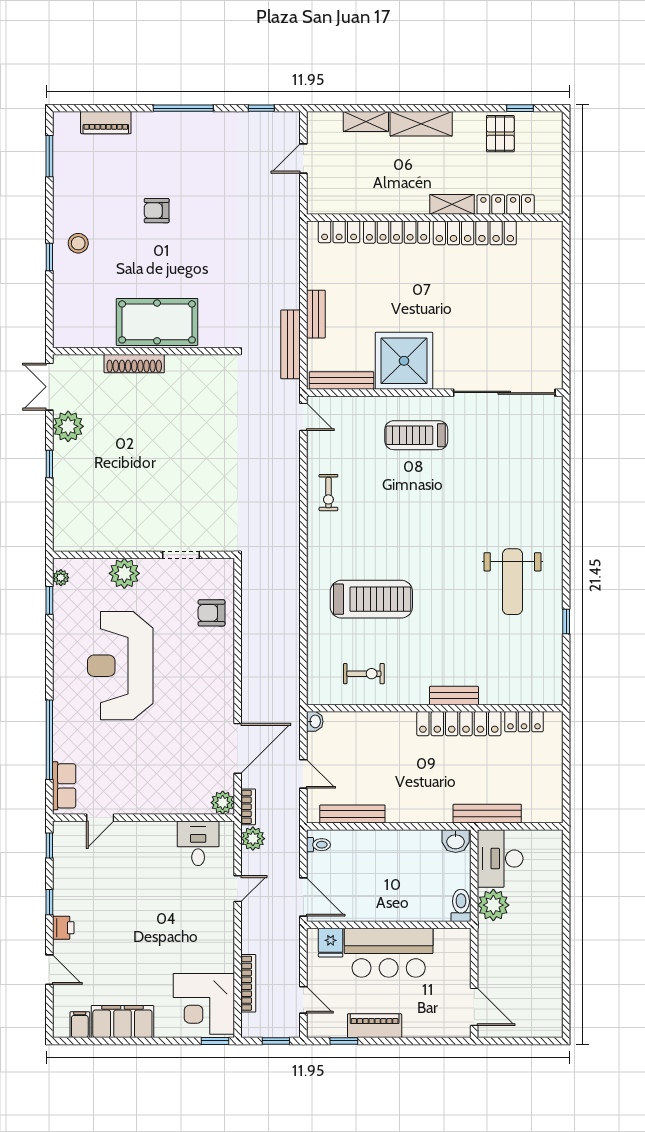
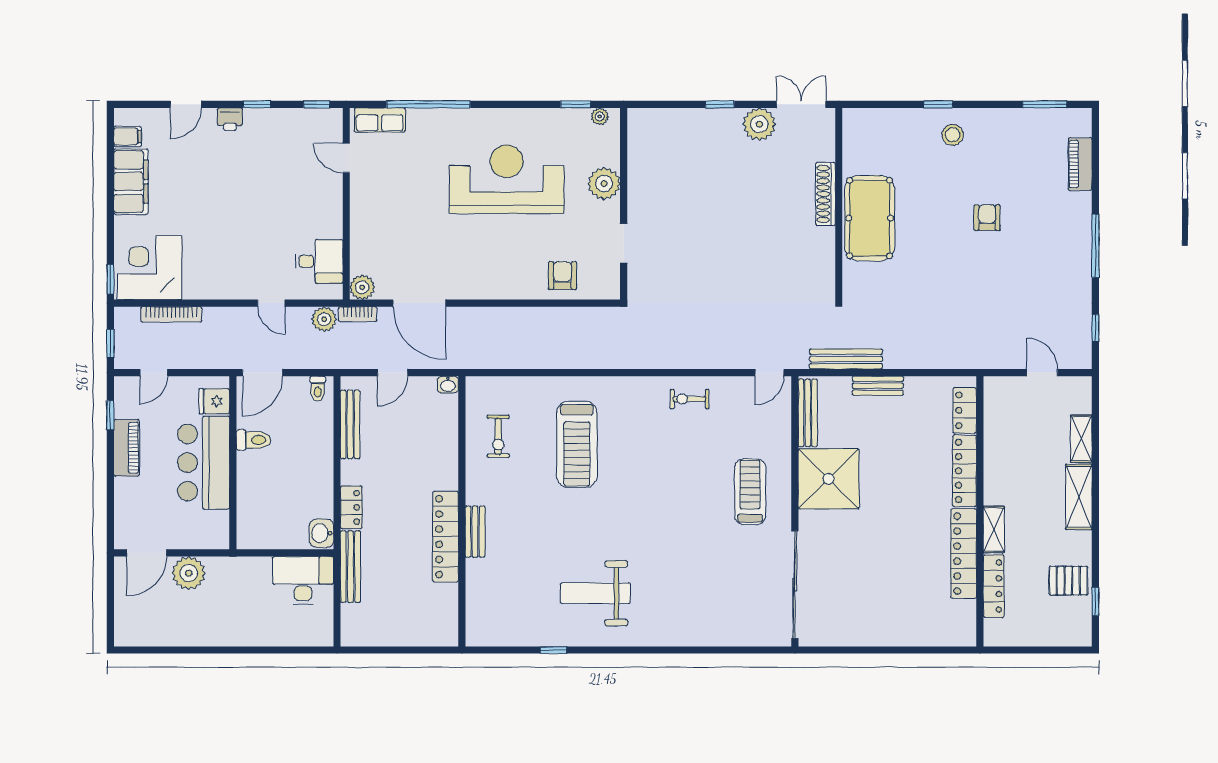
locker: (524, 722) -> (351, 507), moved, turned 180
toilet: (461, 905) -> (254, 440), moved
plant: (493, 905) -> (189, 573), moved

